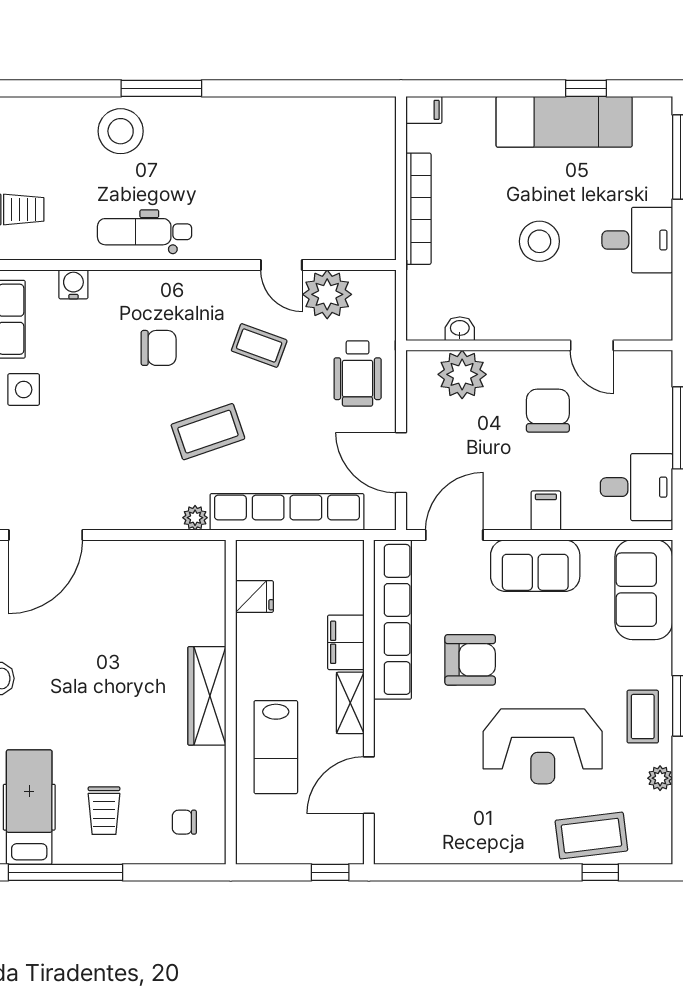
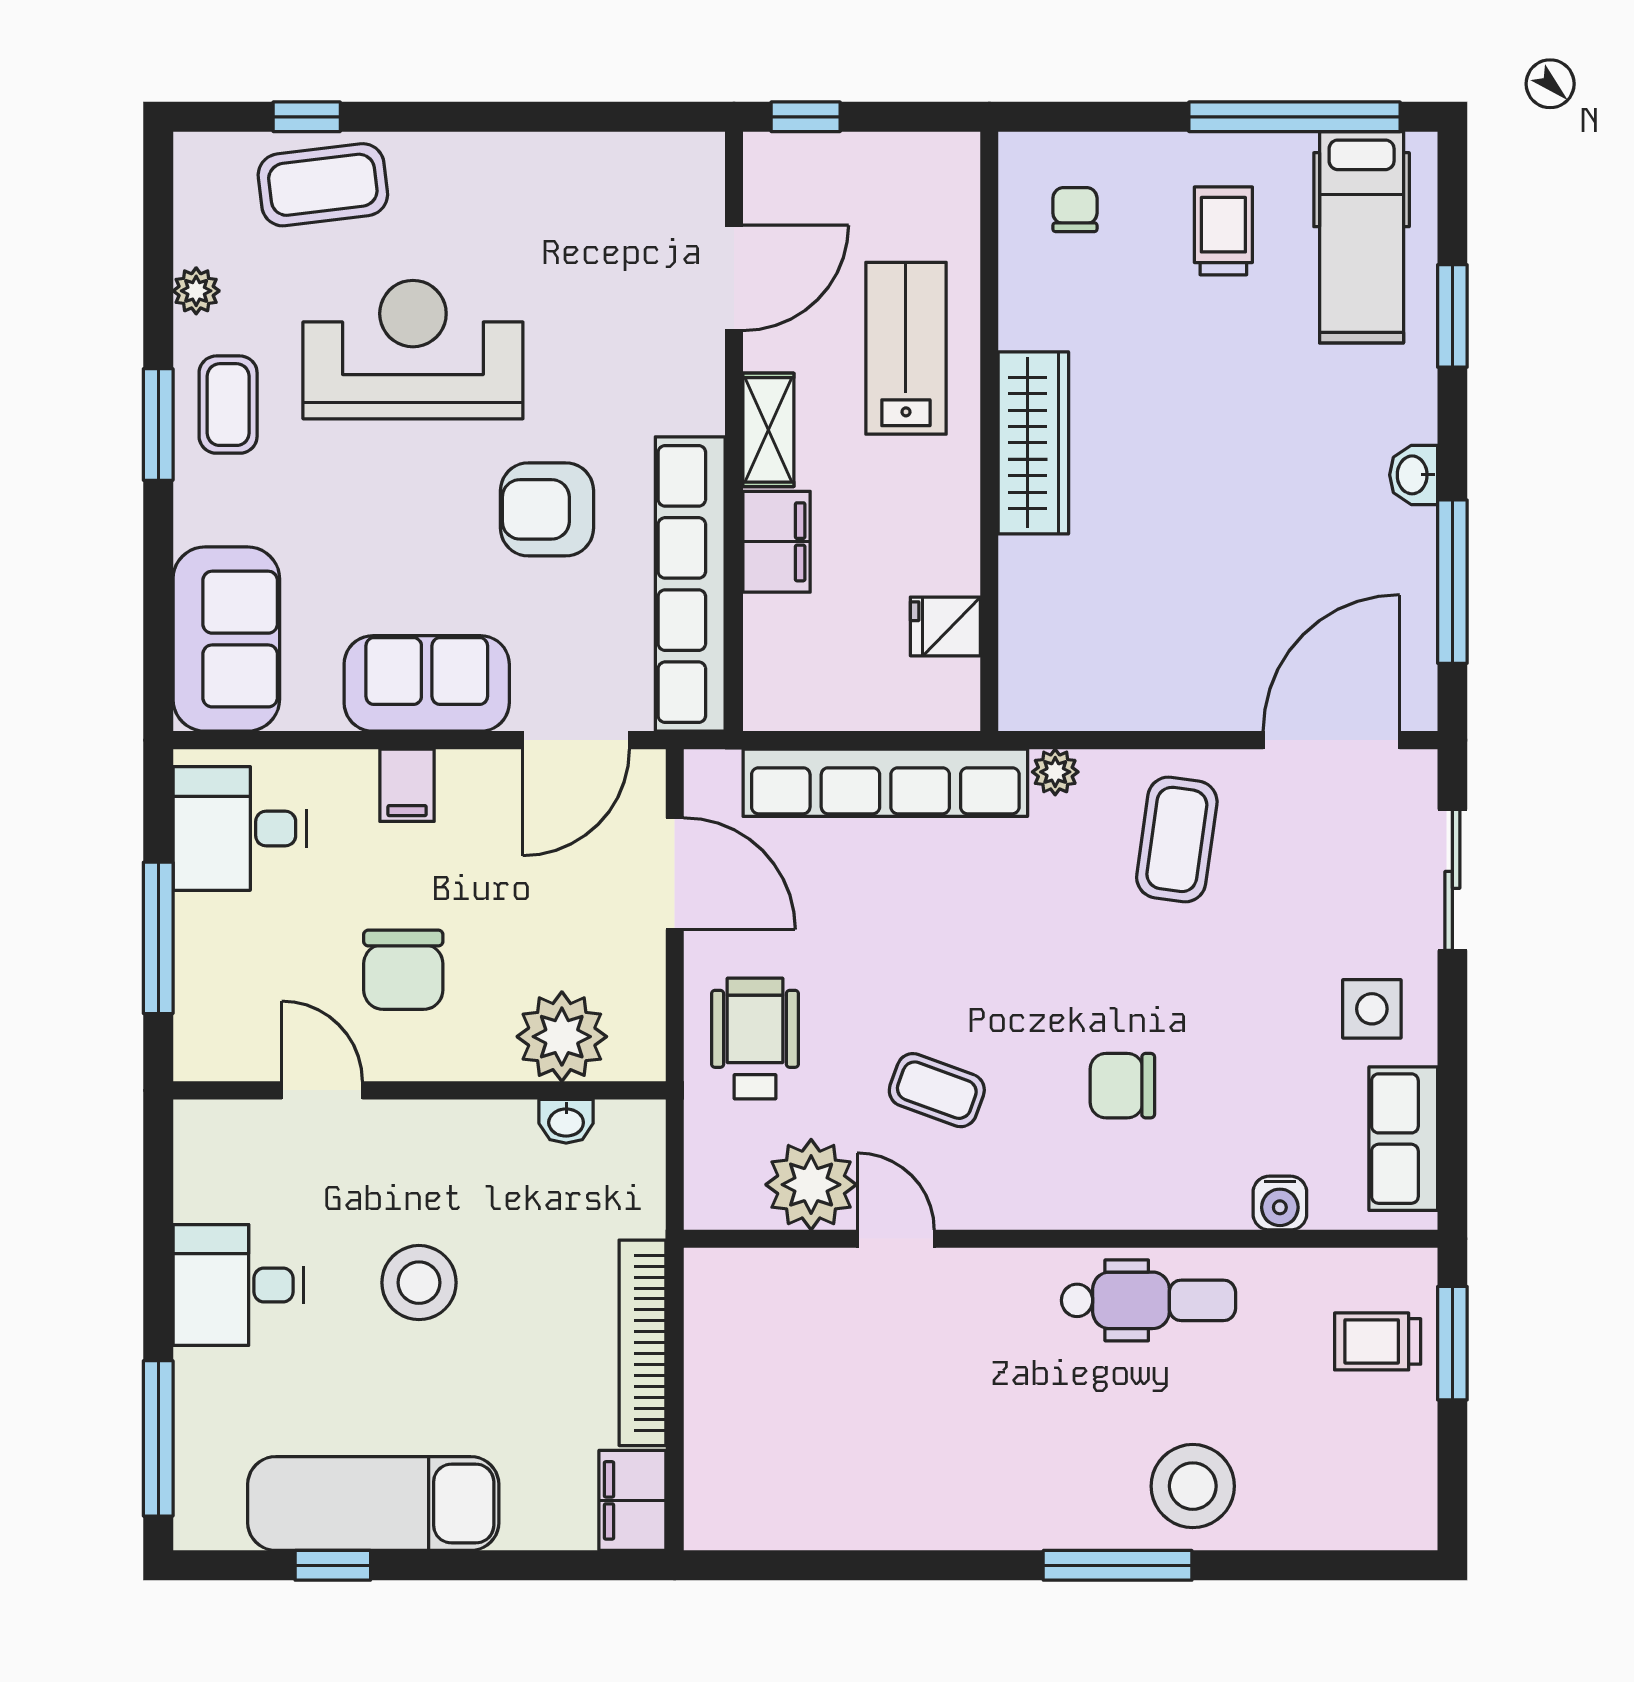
filing cabinet: (424, 110) -> (632, 1500), width x2.00
coffee table: (208, 432) -> (1177, 839), moved, turned -63
chair: (184, 822) -> (1075, 210), turned -90

